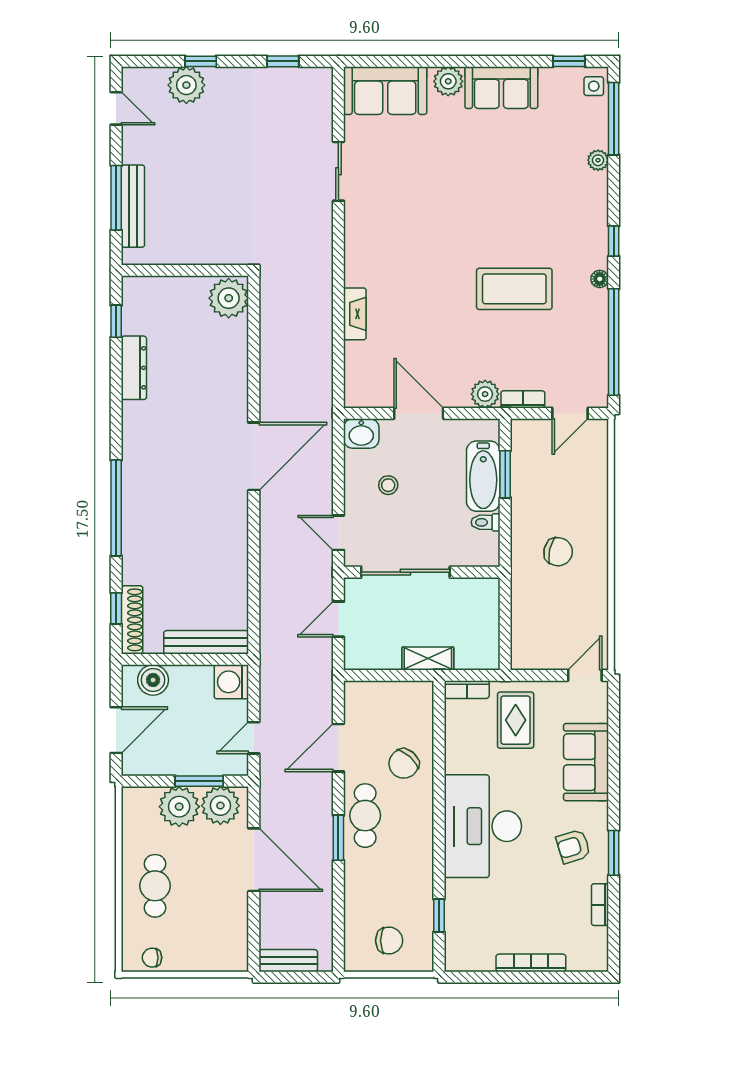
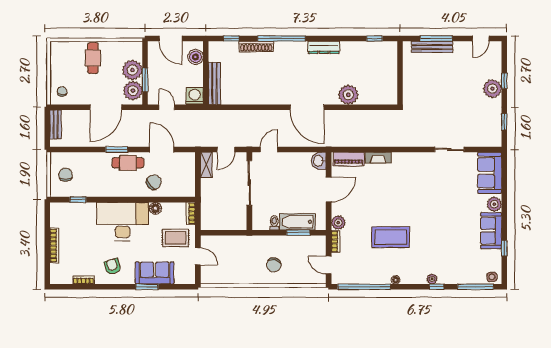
window: (569, 61) -> (504, 248), moved
plant: (186, 85) -> (492, 89), moved
plant: (598, 160) -> (432, 279), moved
window: (614, 241) -> (436, 287), moved
coffee table: (514, 289) -> (391, 237), turned 90
plant: (229, 298) -> (348, 95), moved
dresser: (134, 368) -> (324, 47), moved
piano: (358, 373) -> (349, 159), added
stool: (388, 485) -> (293, 174), removed
chair: (558, 552) -> (274, 265), moved
door: (338, 619) -> (226, 149), swing flipped
shoe rack: (132, 620) -> (256, 46), moved
shelving: (428, 658) -> (206, 165), moved
door: (585, 675) -> (198, 256), moved
floor lamp: (456, 760) -> (155, 208), added
chair: (404, 764) -> (154, 182), turned 98
window: (614, 853) -> (147, 287), moved
cafe table: (155, 886) -> (93, 58), turned 90
chair: (389, 941) -> (66, 175), turned 180
chair: (152, 958) -> (62, 92), moved

